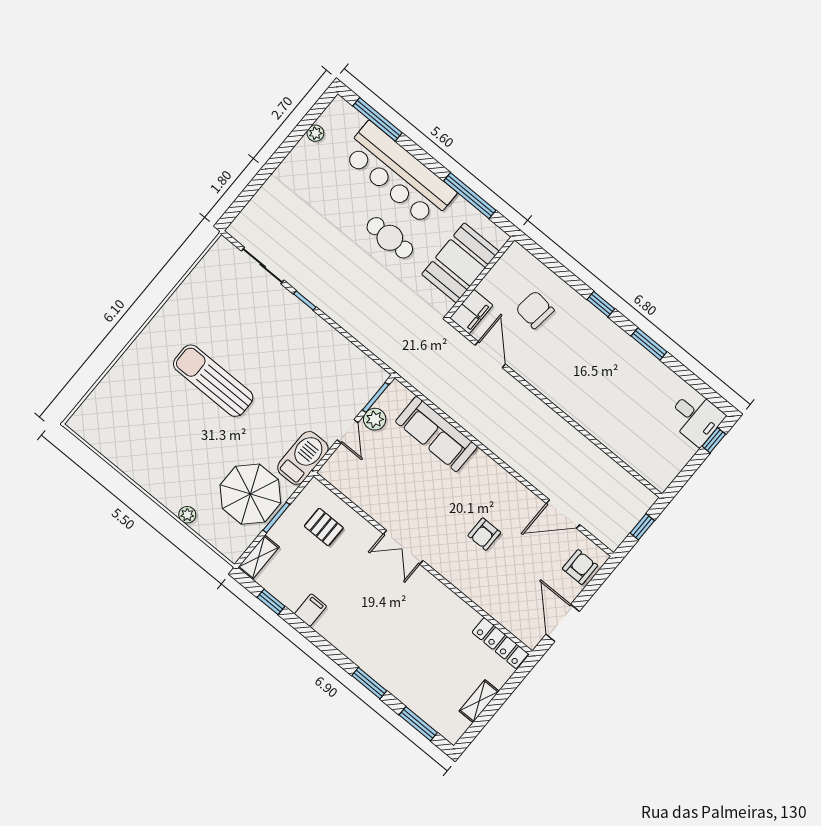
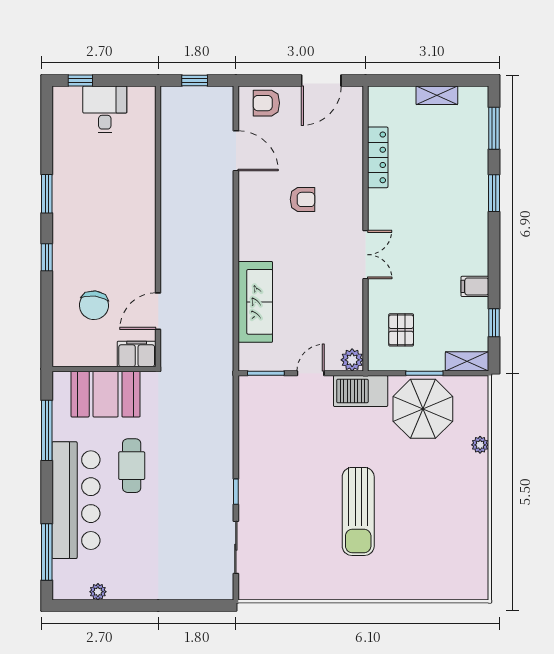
desk: (696, 417) -> (105, 109), moved
plant: (375, 419) -> (352, 360), moved
locker: (500, 643) -> (378, 157), moved

